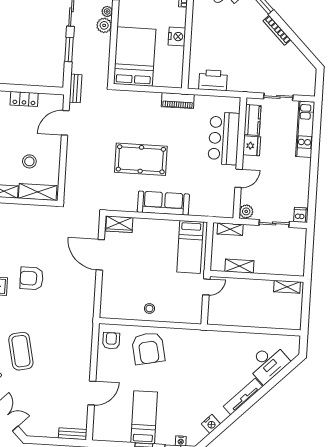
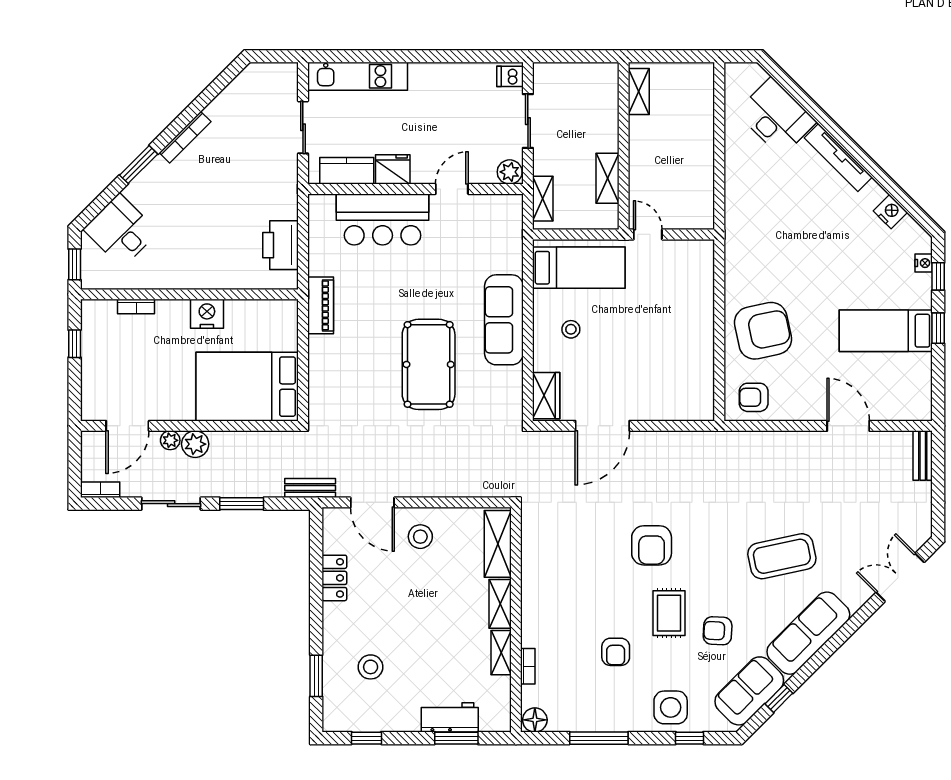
stool: (29, 161) -> (420, 537), moved
door: (239, 178) -> (452, 189), hinge flipped
stool: (149, 308) -> (571, 329), moved

